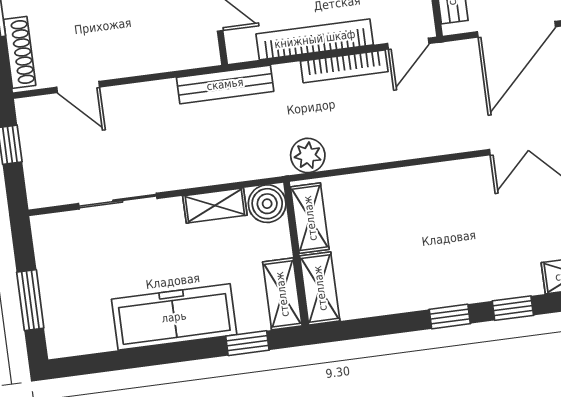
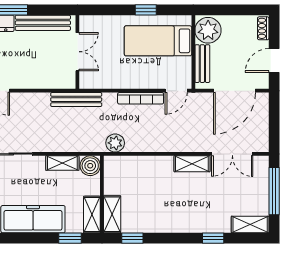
bookcase: (315, 39) -> (127, 82), removed
shelving: (310, 218) -> (192, 164), moved, turned 90
window: (450, 316) -> (132, 238), moved

